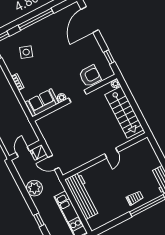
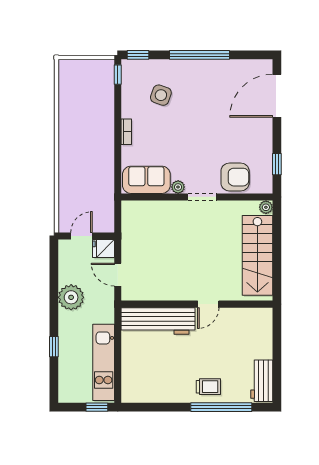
workbench: (82, 196) -> (158, 321), moved, turned 90

